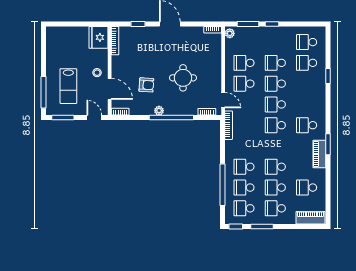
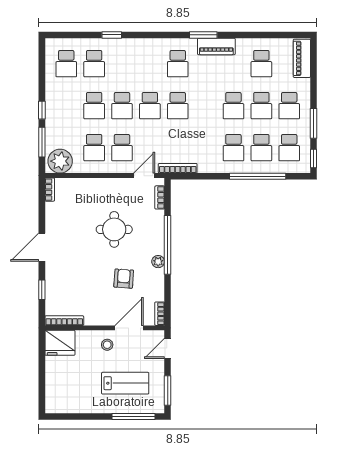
plant: (230, 33) -> (60, 161), width x1.87, depth x1.87

